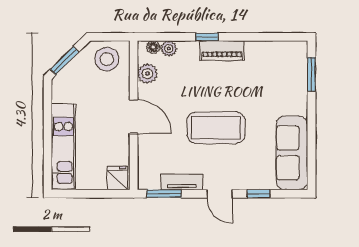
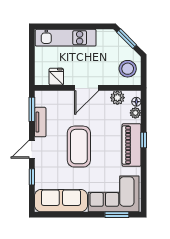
piano: (222, 51) -> (132, 145), width x1.37, depth x1.33
corner sofa: (282, 79) -> (114, 194), added
fridge: (118, 178) -> (56, 77), moved, turned -90

